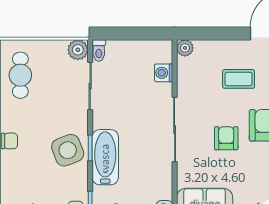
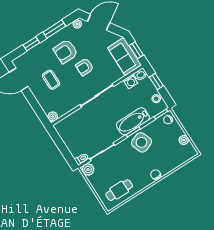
washing machine: (164, 73) -> (131, 82), moved

